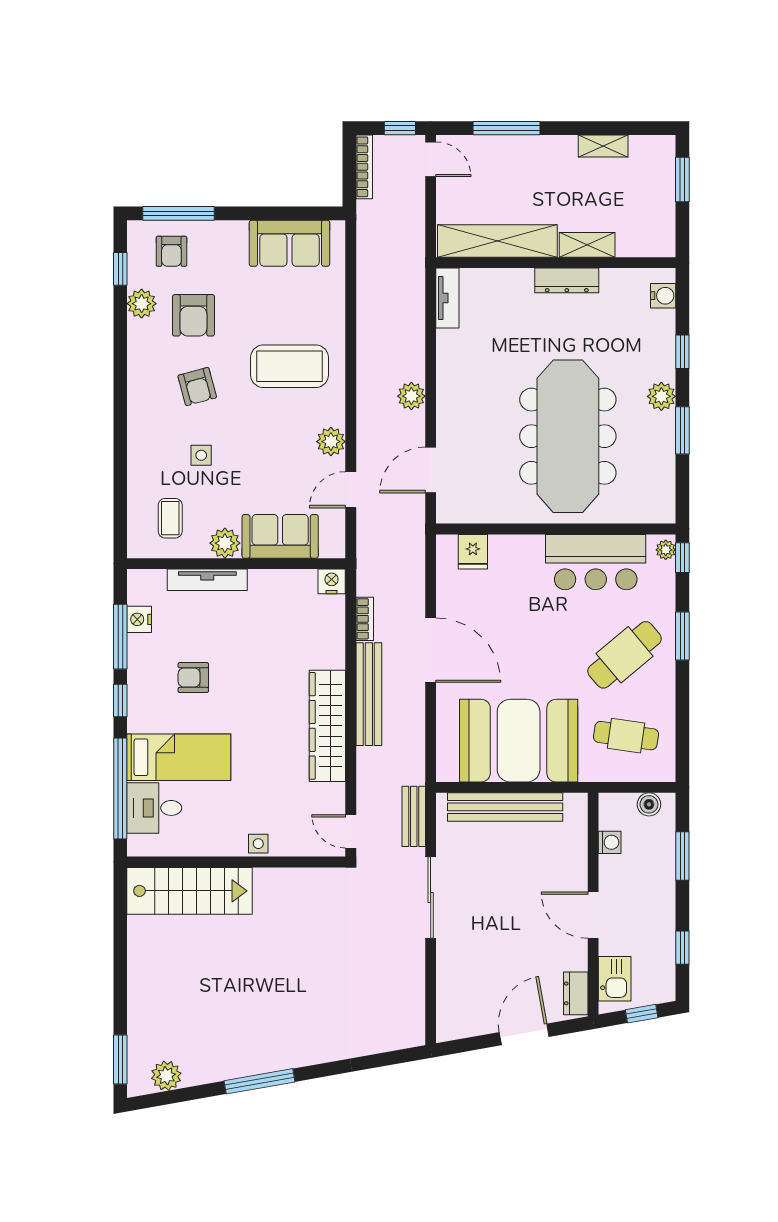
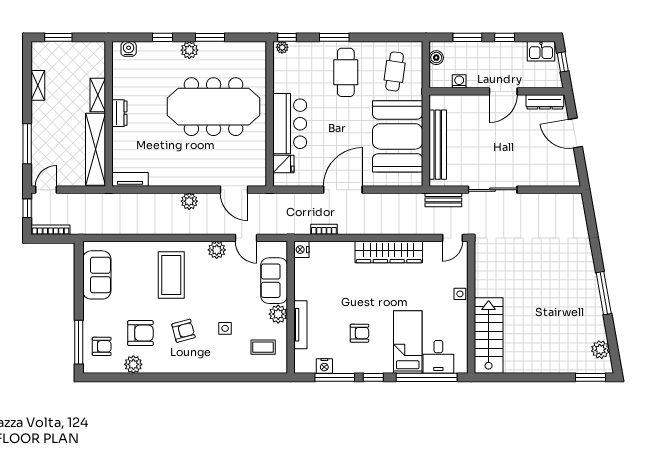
window: (120, 269) -> (112, 377), removed
dresser: (567, 280) -> (119, 113), width x0.70
bar counter: (596, 562) -> (290, 124), moved
cafe table: (625, 655) -> (346, 72), turned 40
armchair: (193, 678) -> (359, 333), turned -90
bench: (369, 694) -> (370, 227), removed
window: (682, 948) -> (505, 37), moved
kitchen sink: (615, 979) -> (541, 51), moved, turned 180
dresser: (576, 993) -> (545, 102), width x1.44

